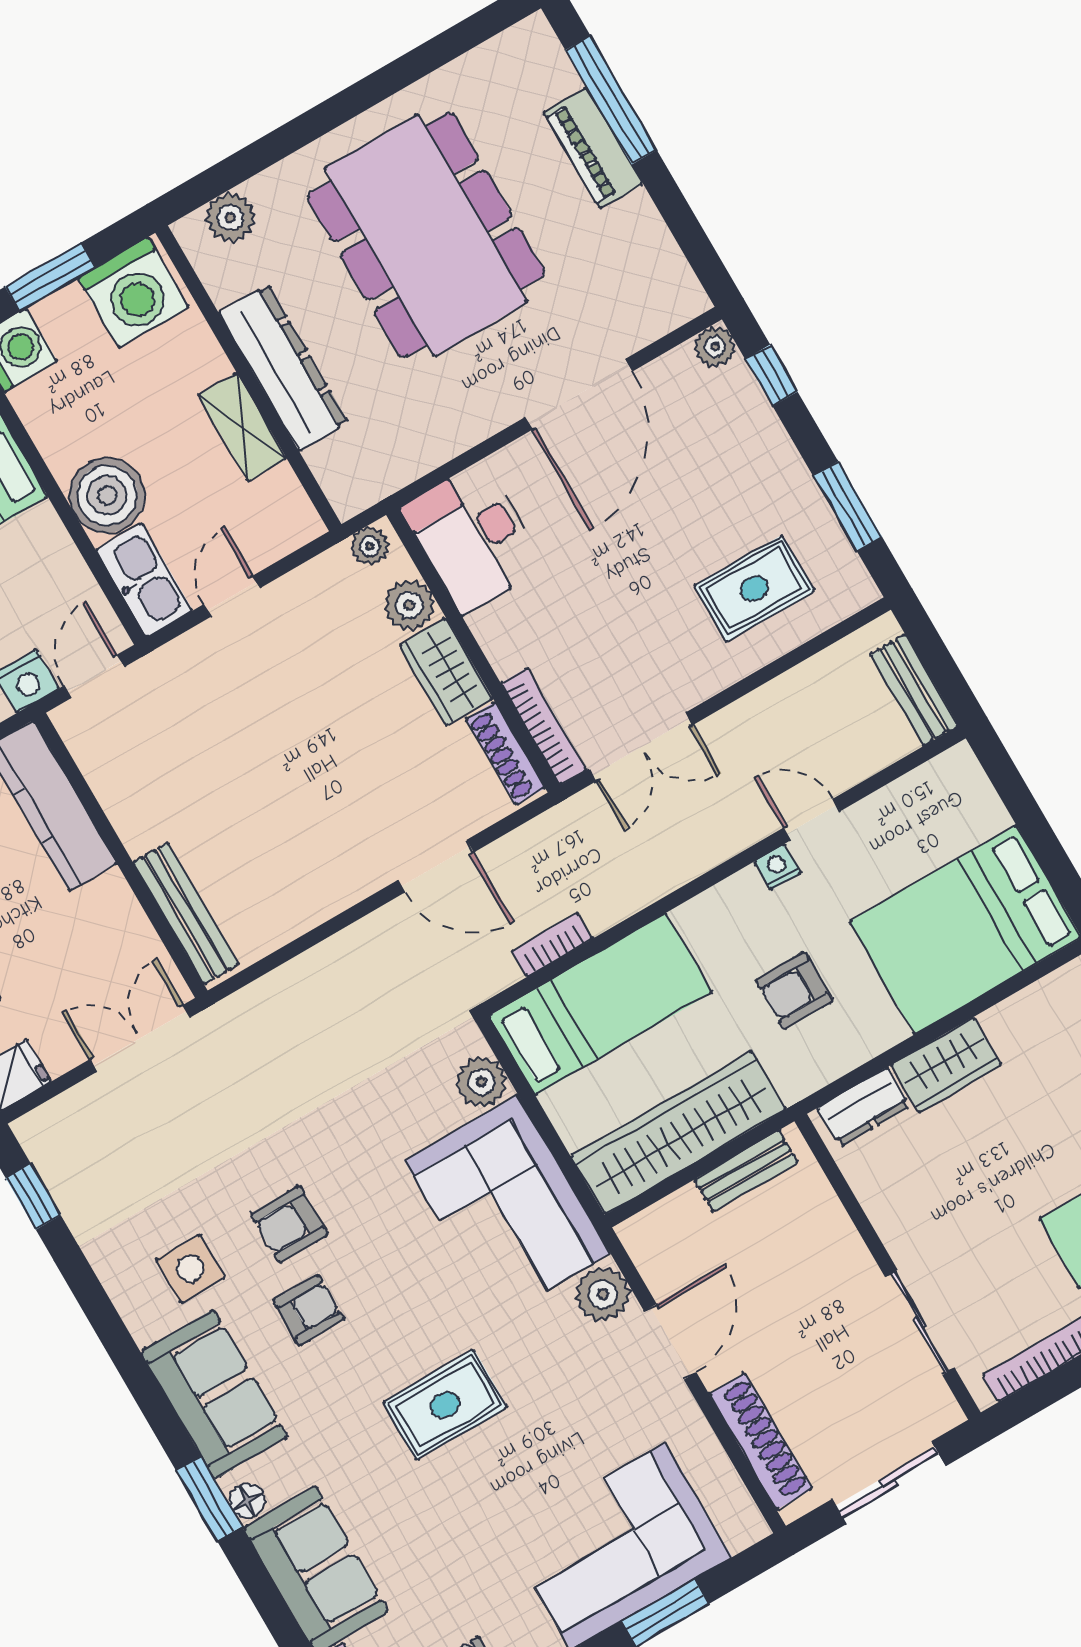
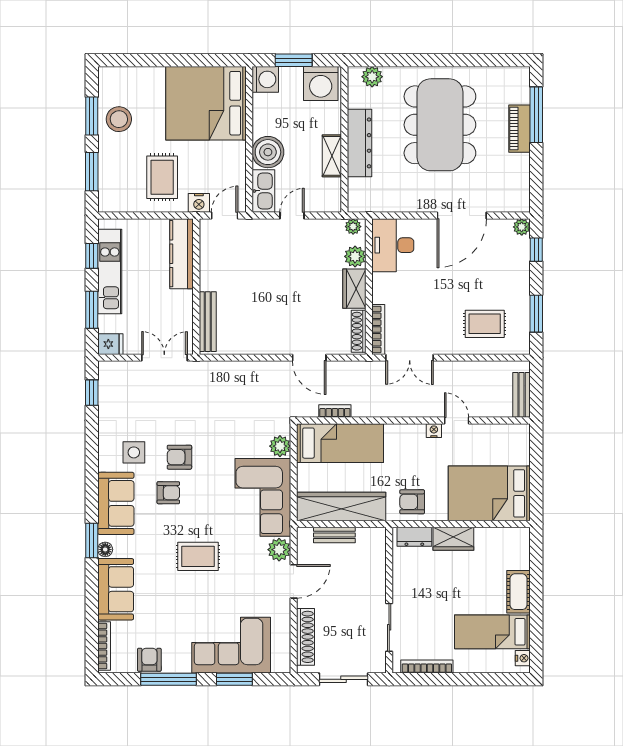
armchair: (794, 990) -> (412, 502), moved
bench: (746, 1171) -> (334, 535), moved

